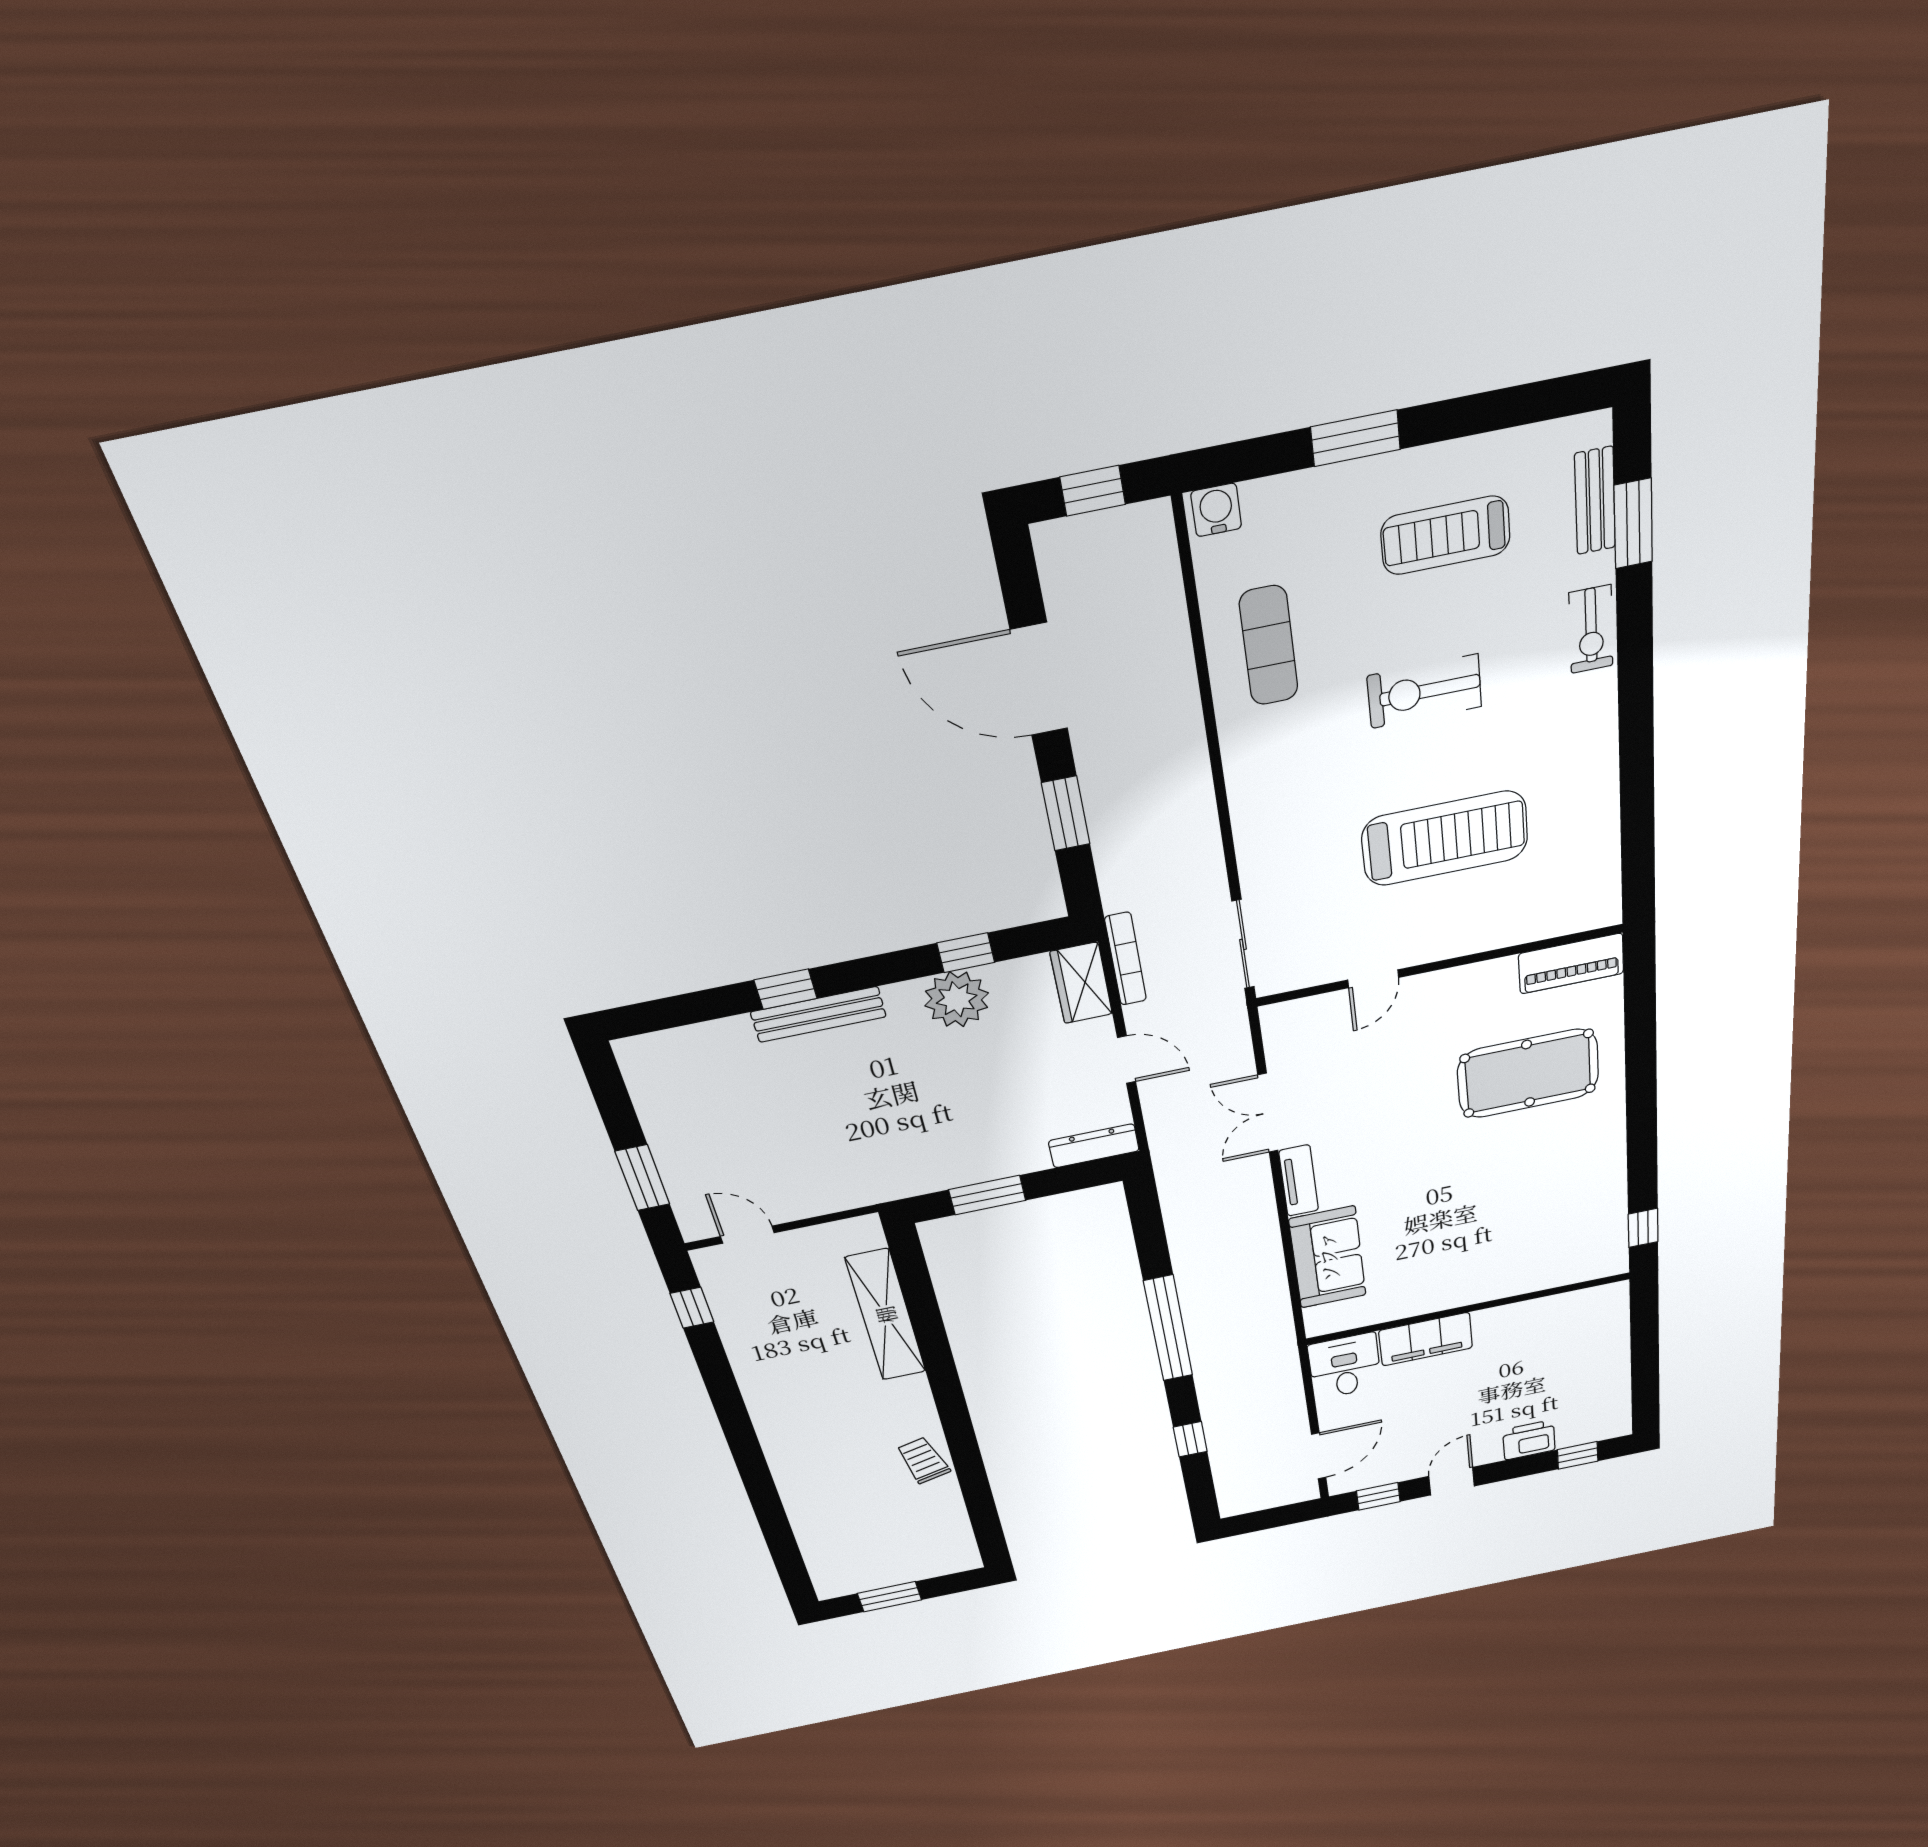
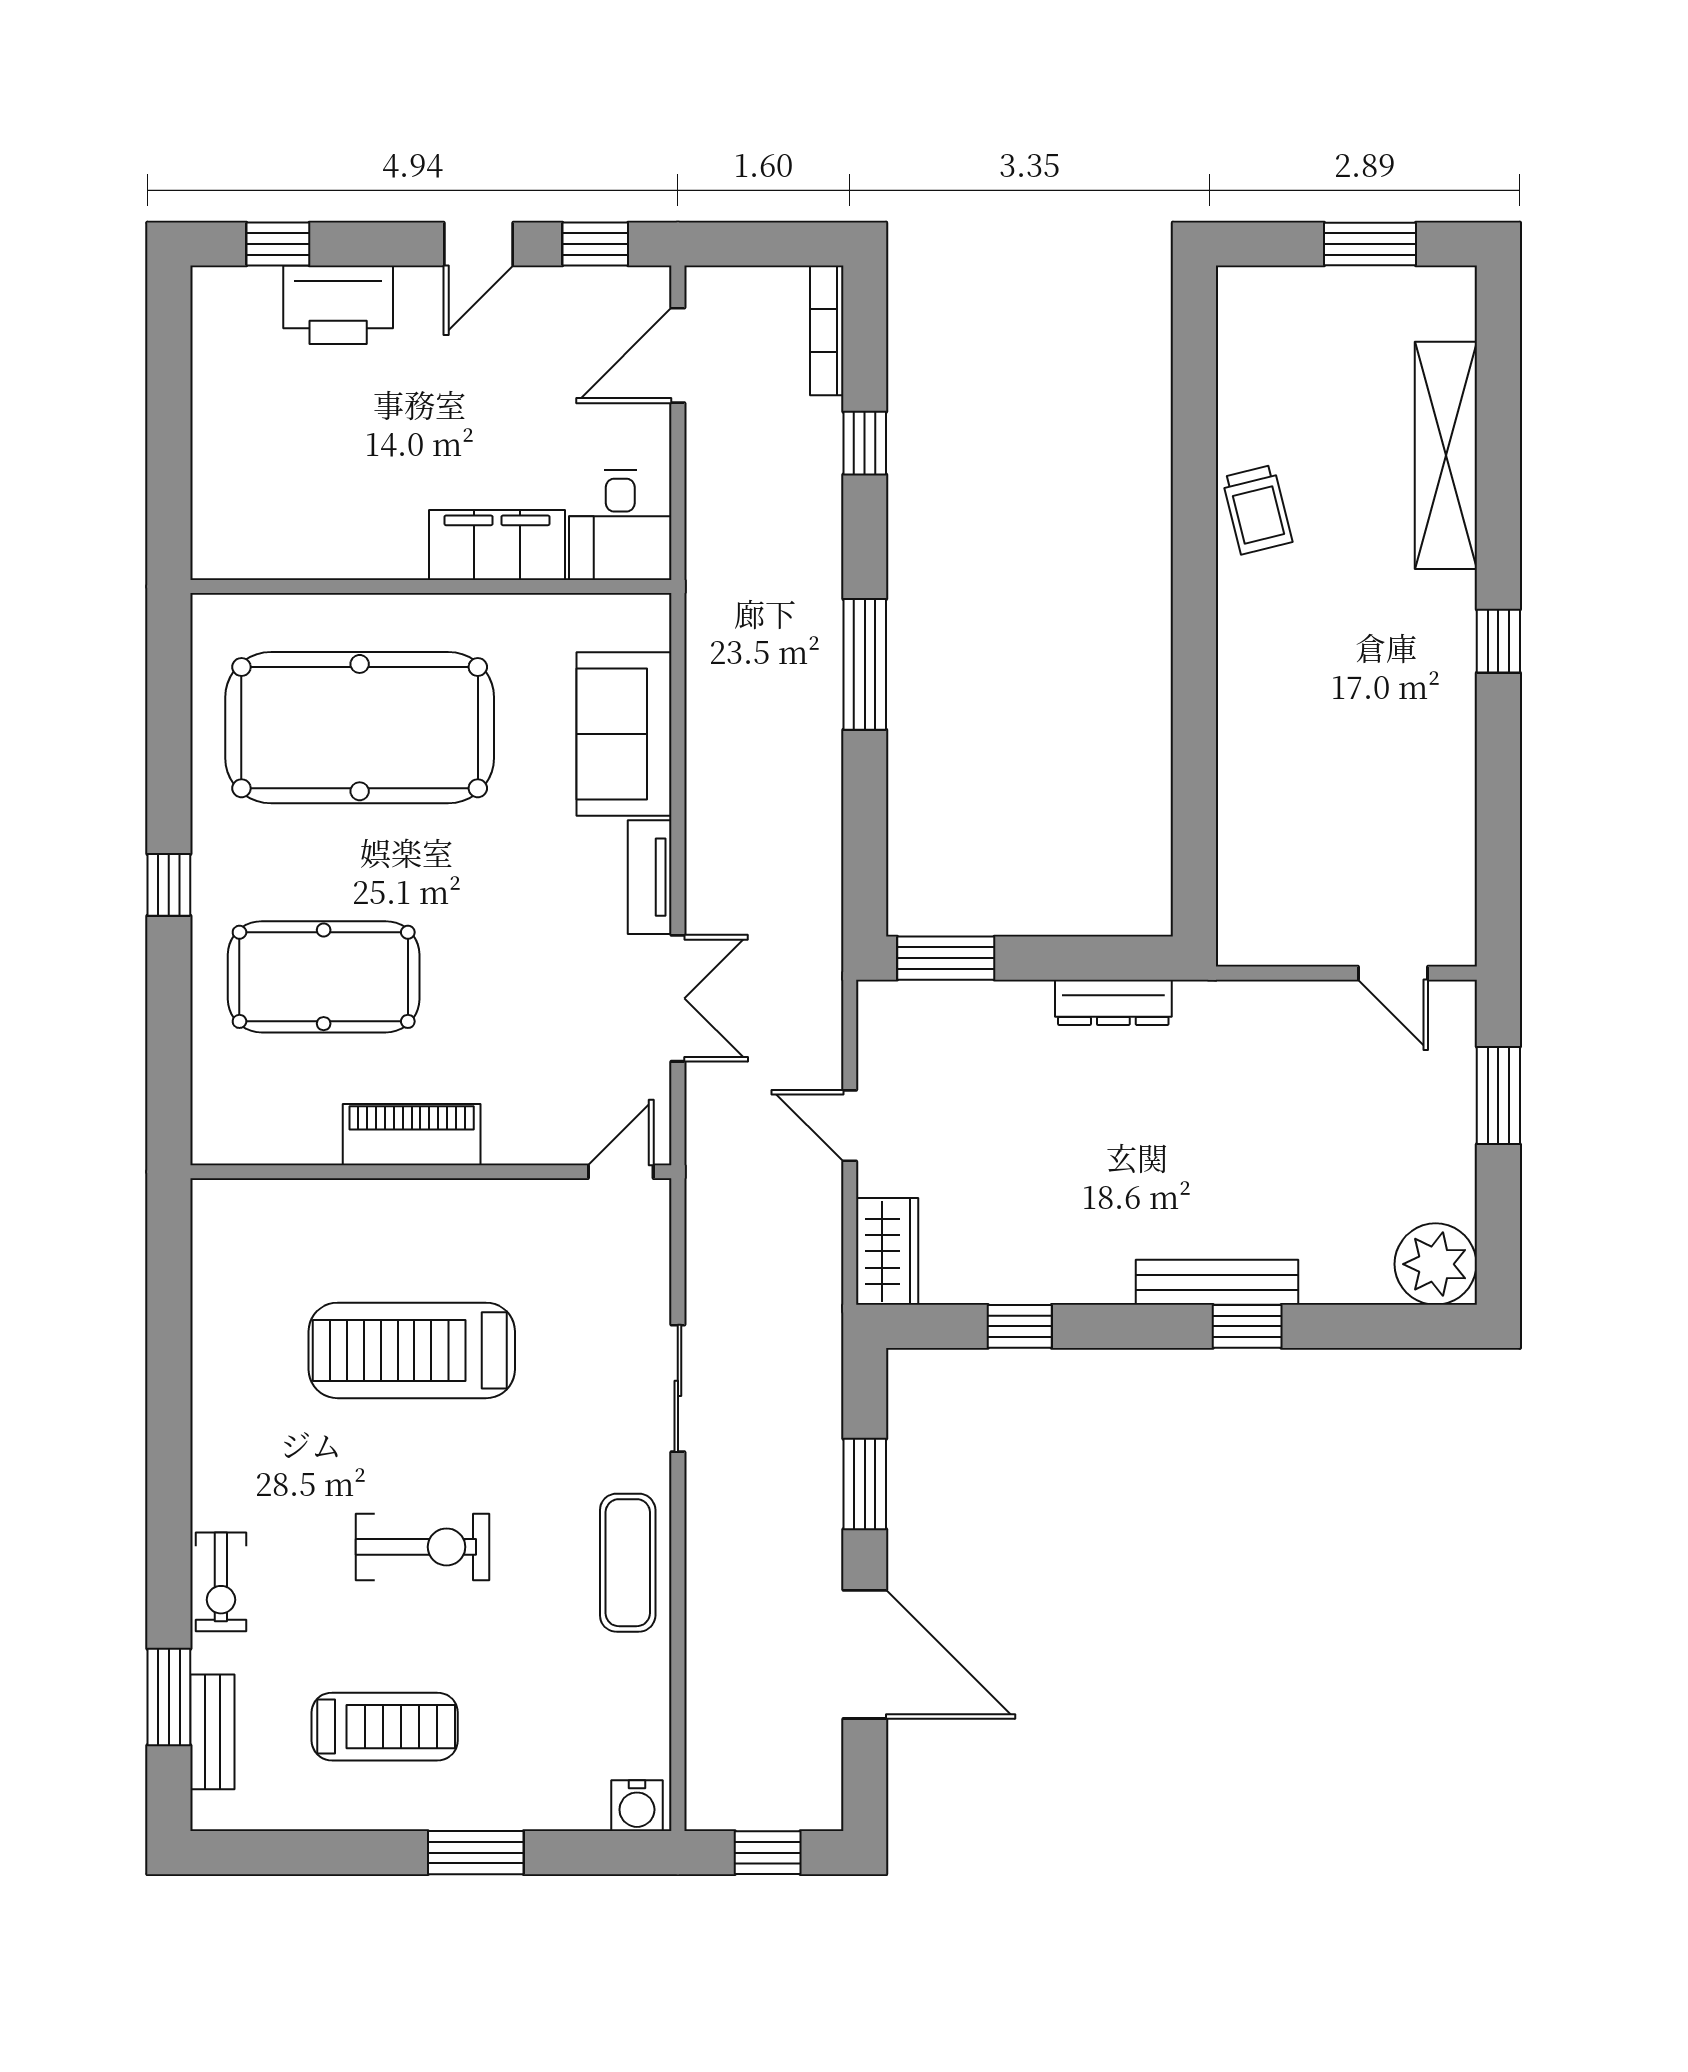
exercise bike: (1591, 629) -> (221, 1582), turned 180
exercise mat: (1269, 646) -> (628, 1563), moved
sliding door: (1243, 944) -> (678, 1388), moved
bookcase: (1126, 959) -> (827, 330), moved
piano: (1571, 964) -> (412, 1135), moved
door: (1373, 979) -> (621, 1172), moved
plant: (957, 999) -> (1436, 1264), moved
dresser: (1094, 1146) -> (1113, 1002), moved
window: (987, 1195) -> (946, 958), moved
pool table: (1511, 1224) -> (360, 728), added
window: (1643, 1228) -> (169, 885), moved
window: (692, 1308) -> (1498, 641), moved
shelving: (886, 1315) -> (1446, 455), moved
window: (1168, 1328) -> (865, 664), width x0.68
printer: (1529, 1440) -> (338, 305), width x1.37, depth x1.19

